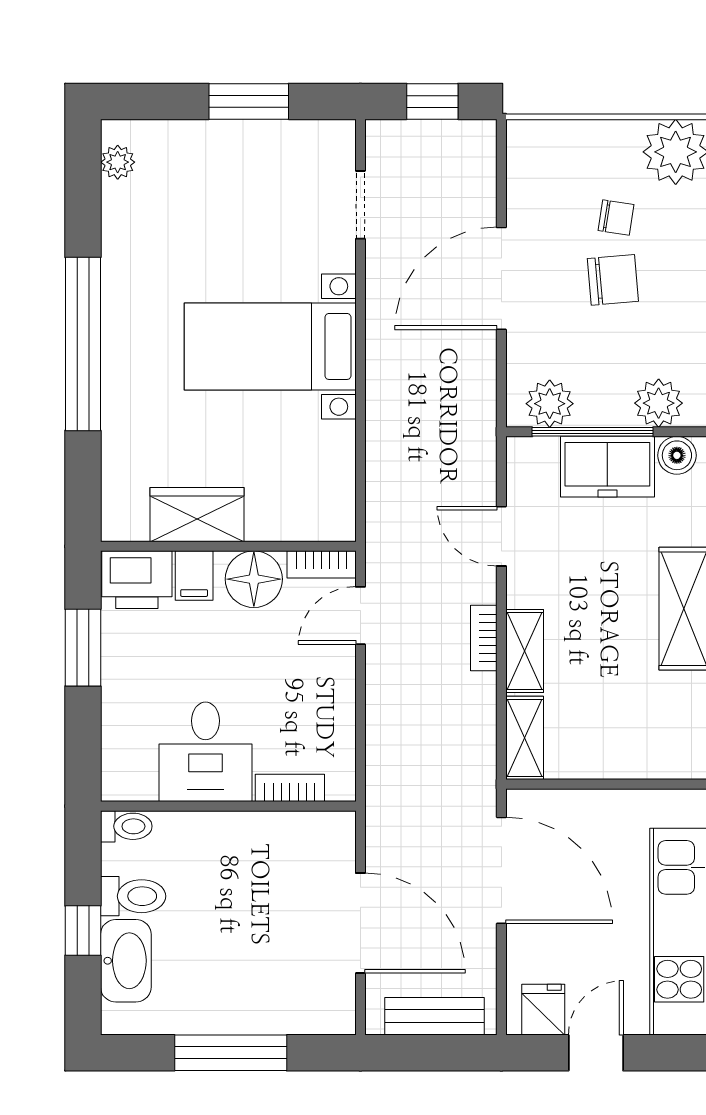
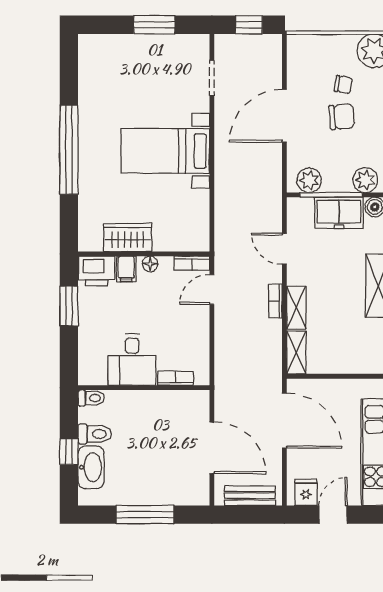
plant: (118, 162) -> (87, 56), removed
floor lamp: (254, 579) -> (150, 264), width x0.53, depth x0.53

